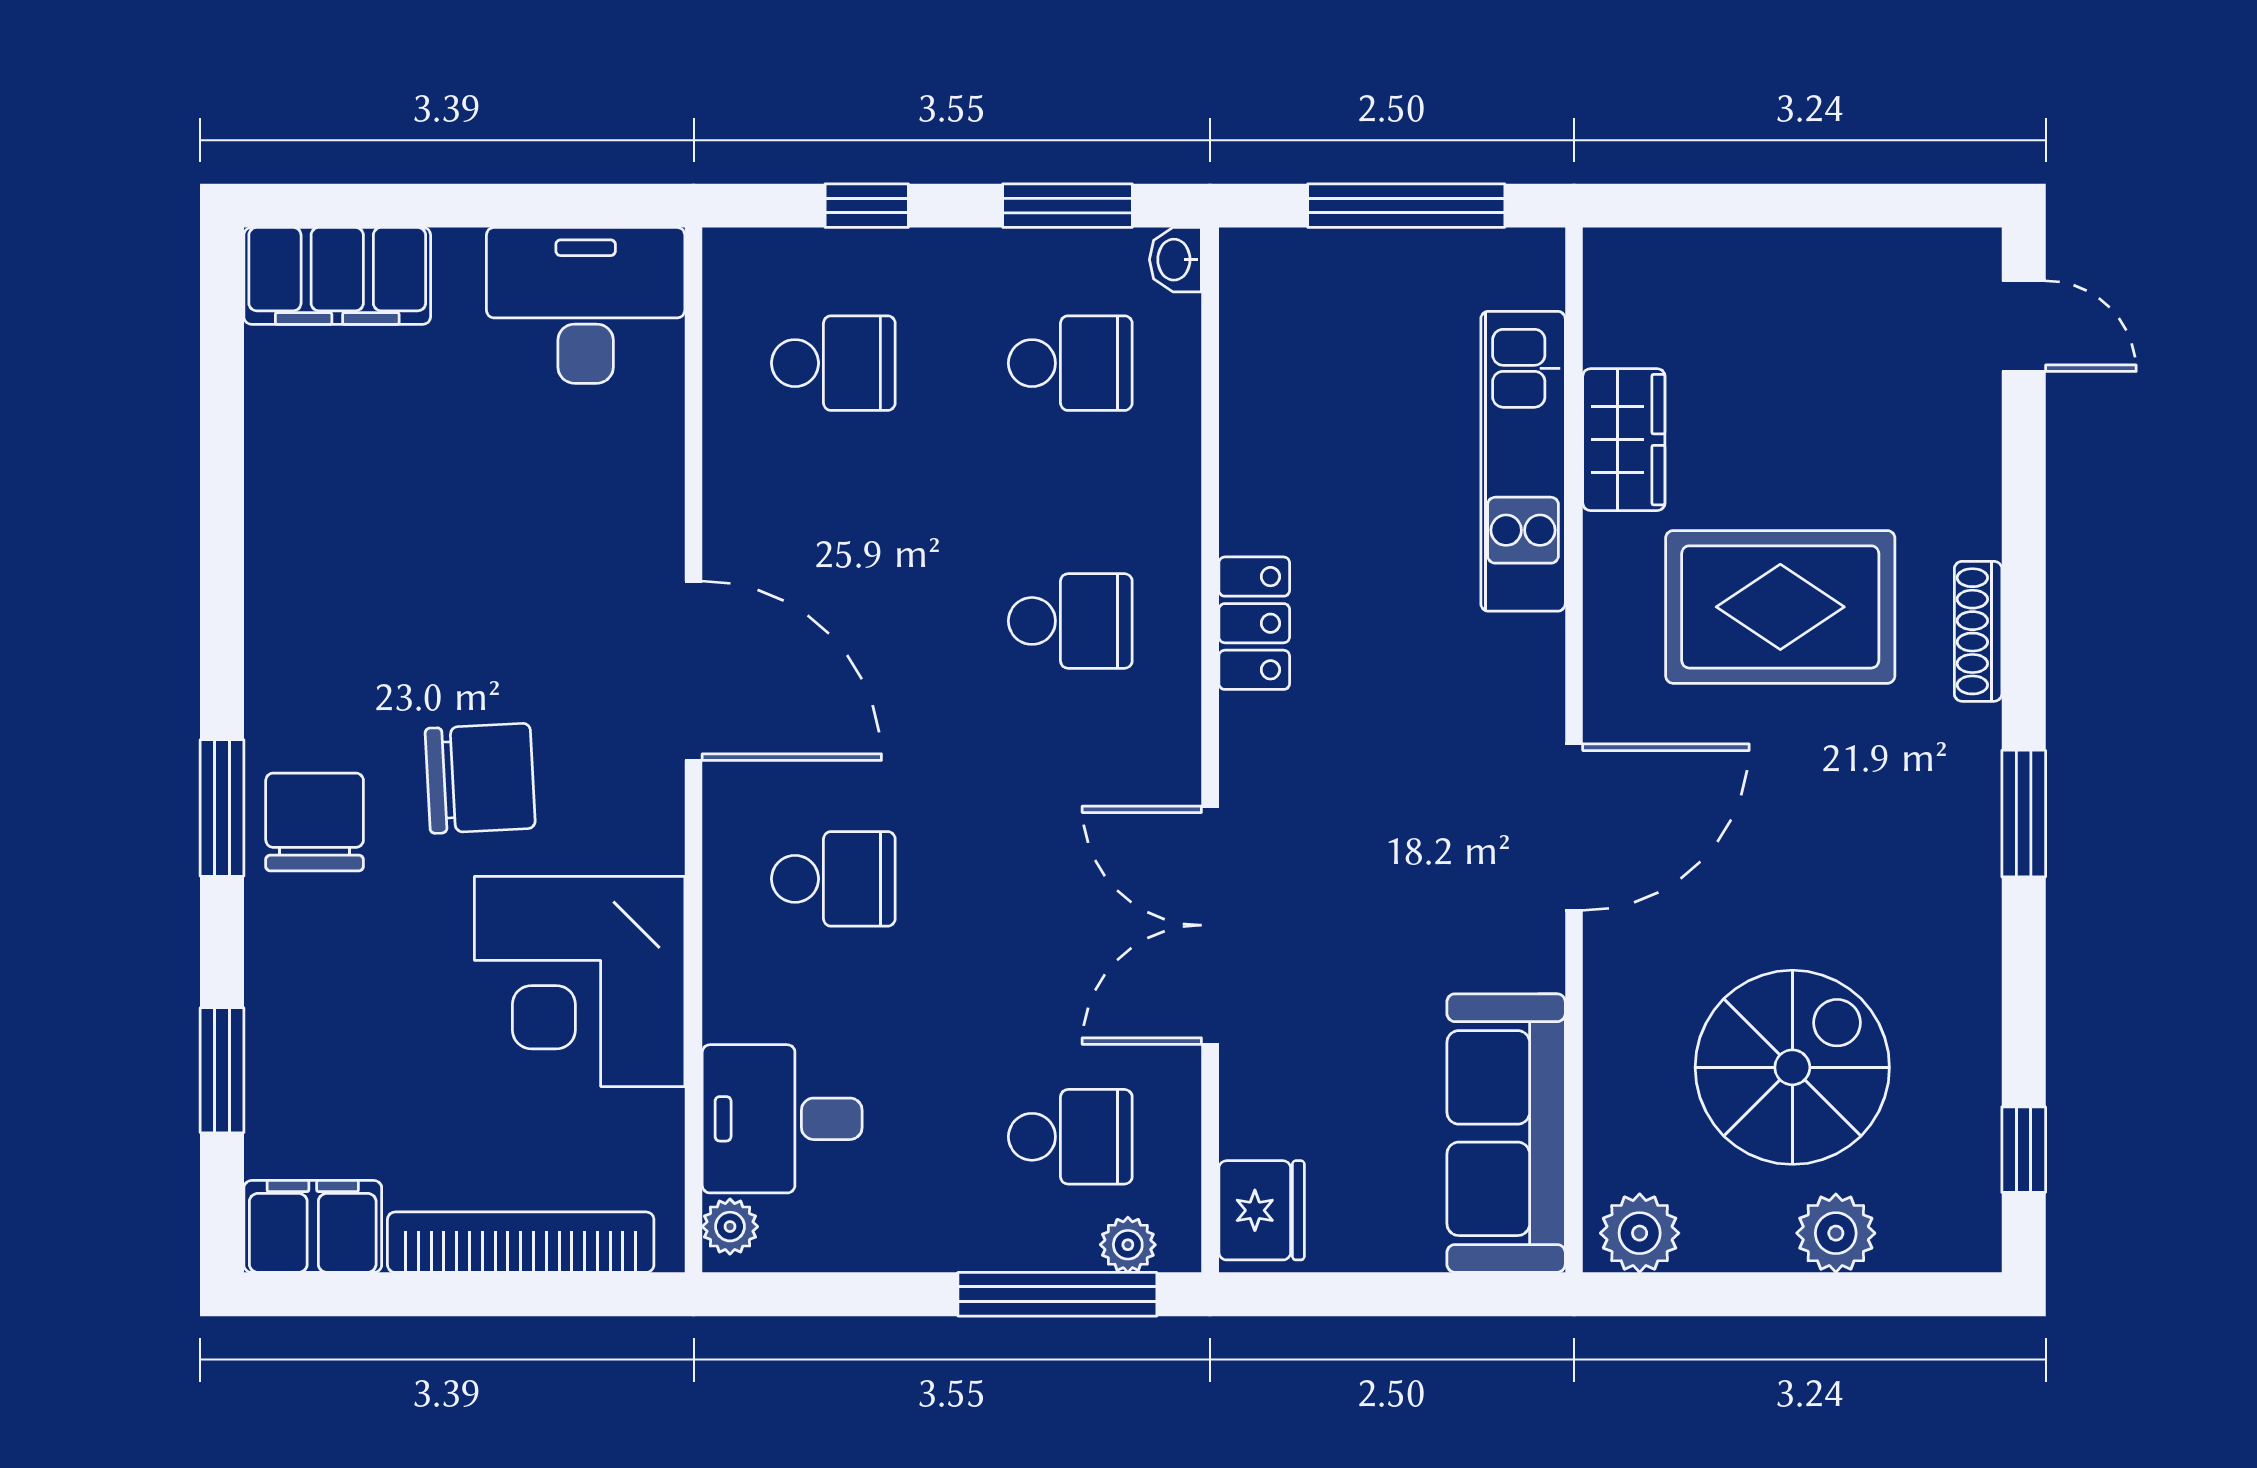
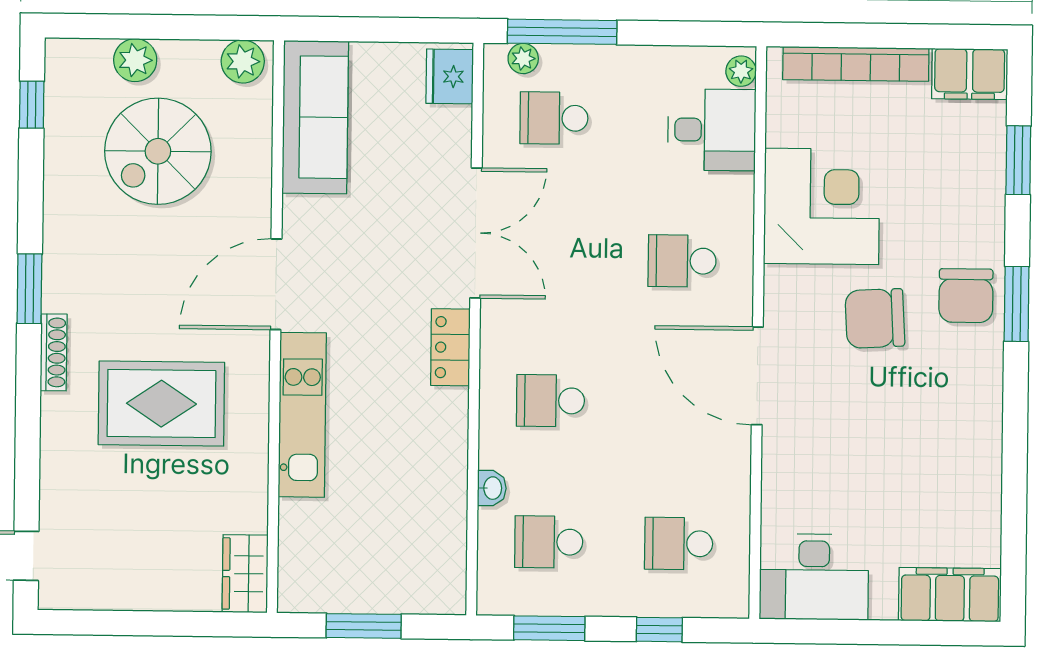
window: (1406, 206) -> (364, 626), width x0.69
washbasin: (1175, 260) -> (492, 488), moved
wardrobe: (1624, 440) -> (245, 574), moved
kitchen unit: (1523, 461) -> (302, 415), moved
locker: (1254, 623) -> (450, 347), moved
shoe rack: (1978, 631) -> (54, 352), moved

